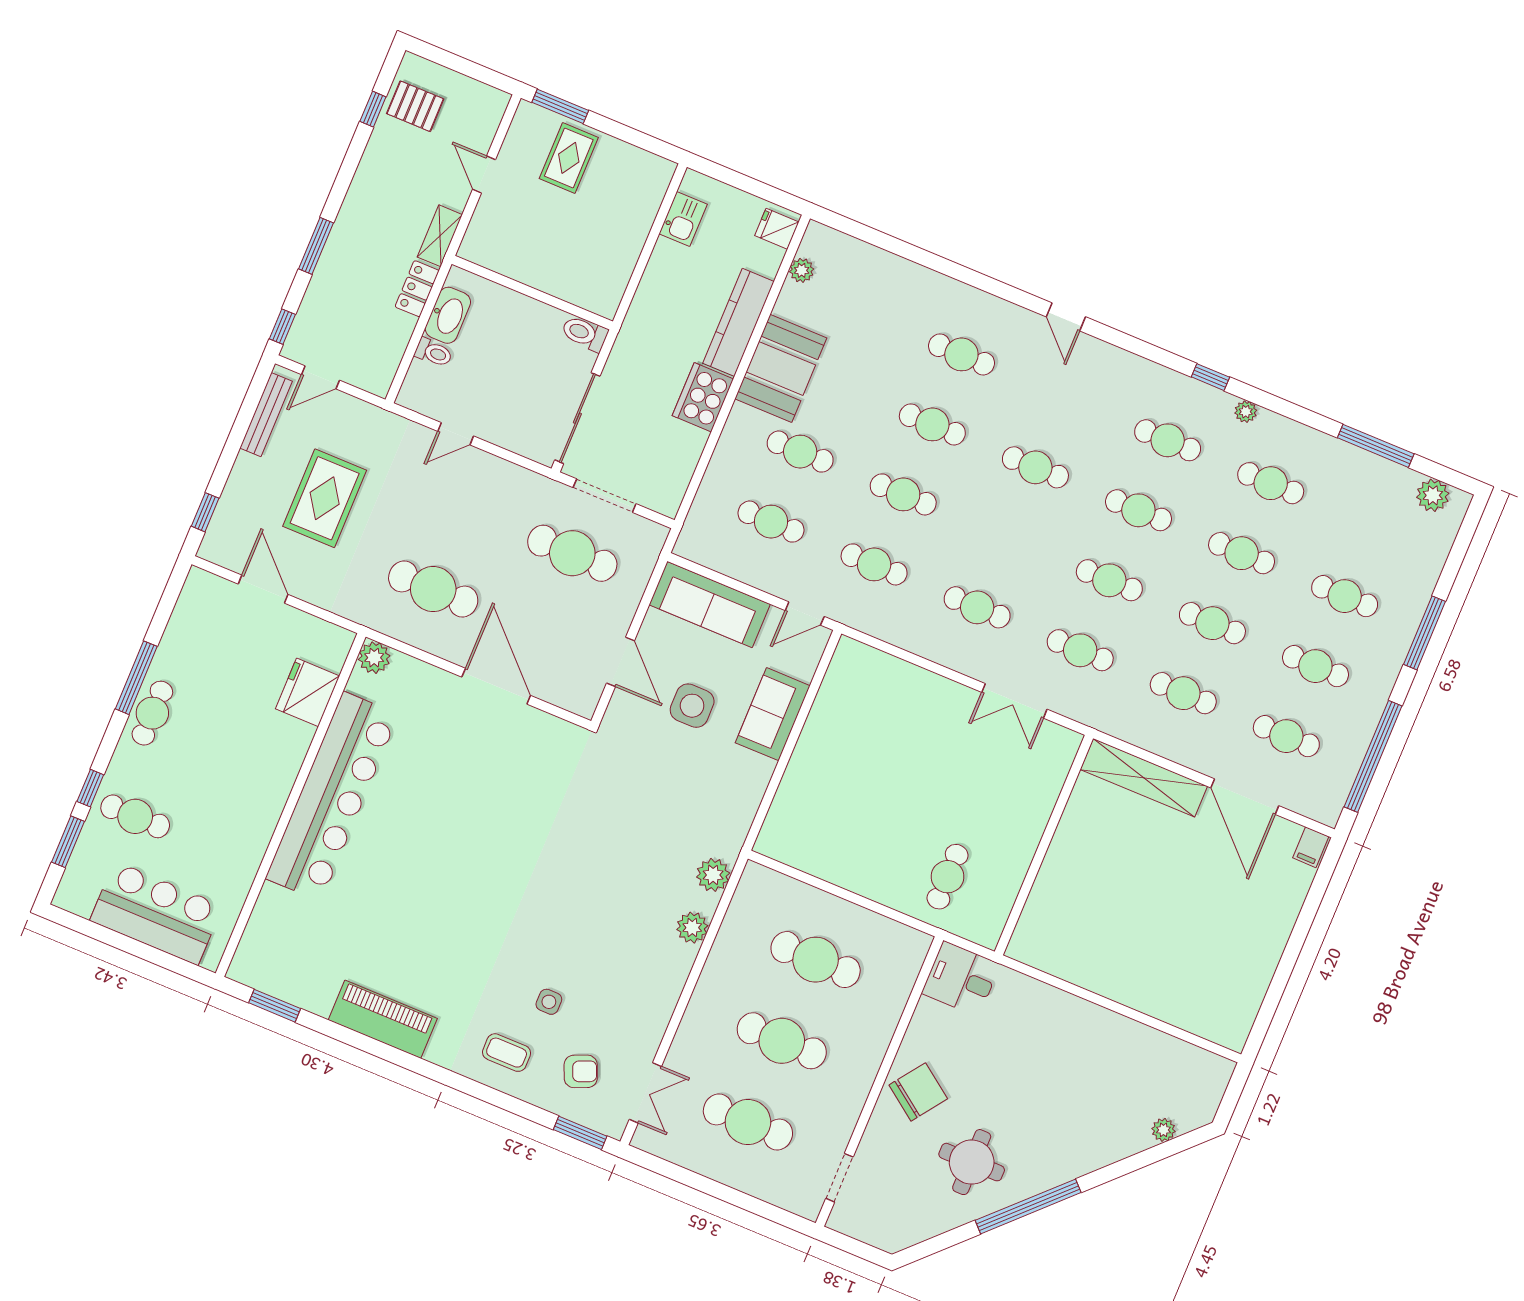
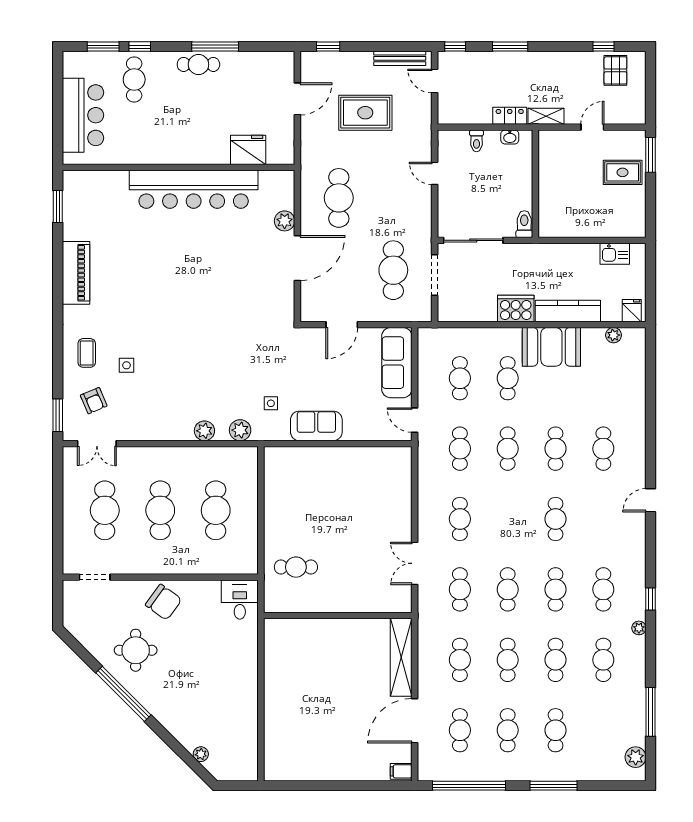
washbasin: (448, 315) -> (510, 137), width x0.52, depth x0.69
plant: (374, 658) -> (285, 221), moved
side table: (692, 706) -> (271, 403), moved, width x0.54, depth x0.54
sofa: (773, 714) -> (316, 426), moved

